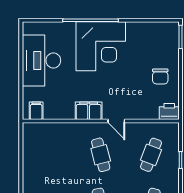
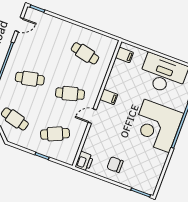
filing cabinet: (89, 111) -> (109, 97), width x0.50
cafe table: (50, 155) -> (85, 53), added
cafe table: (151, 155) -> (55, 134), turned -45

